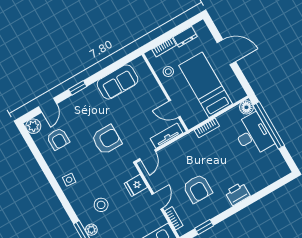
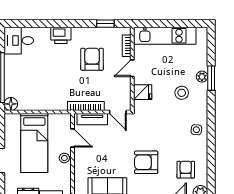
stool: (168, 72) -> (64, 158), moved
bookcase: (207, 128) -> (86, 106), moved, width x1.56
desk: (253, 135) -> (19, 41), moved, width x0.73
armchair: (107, 140) -> (146, 162), moved
door: (148, 155) -> (118, 112), swing flipped

